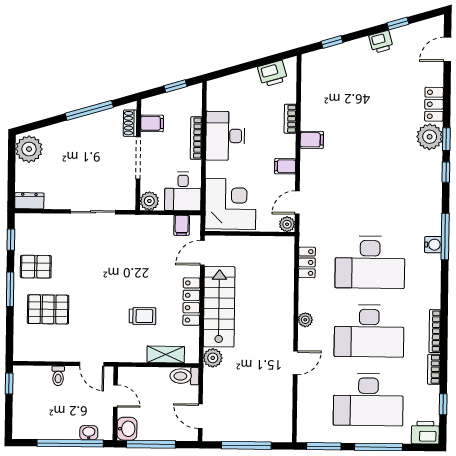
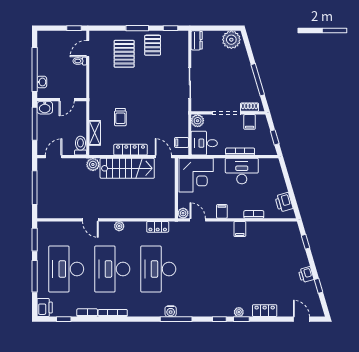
plant: (430, 137) -> (239, 312), width x0.53, depth x0.53
door: (92, 364) -> (88, 49), moved

